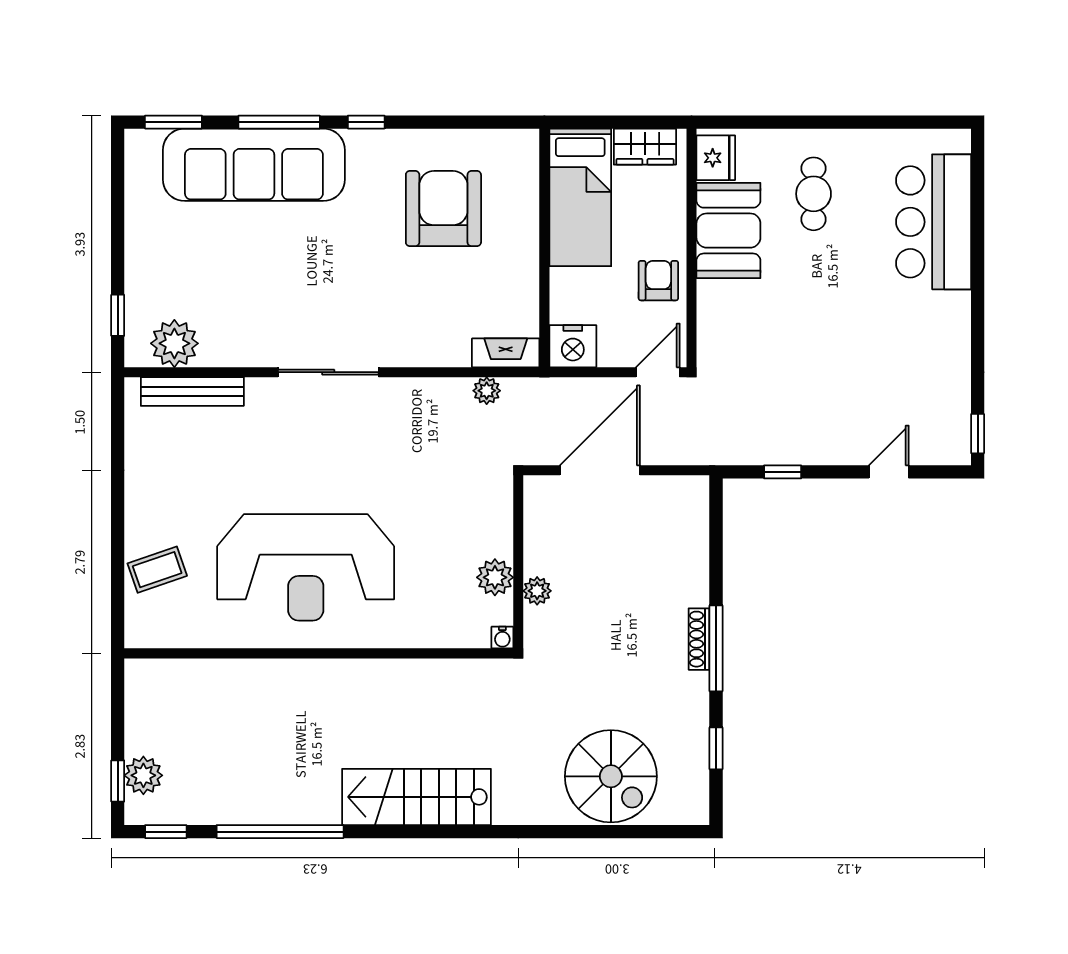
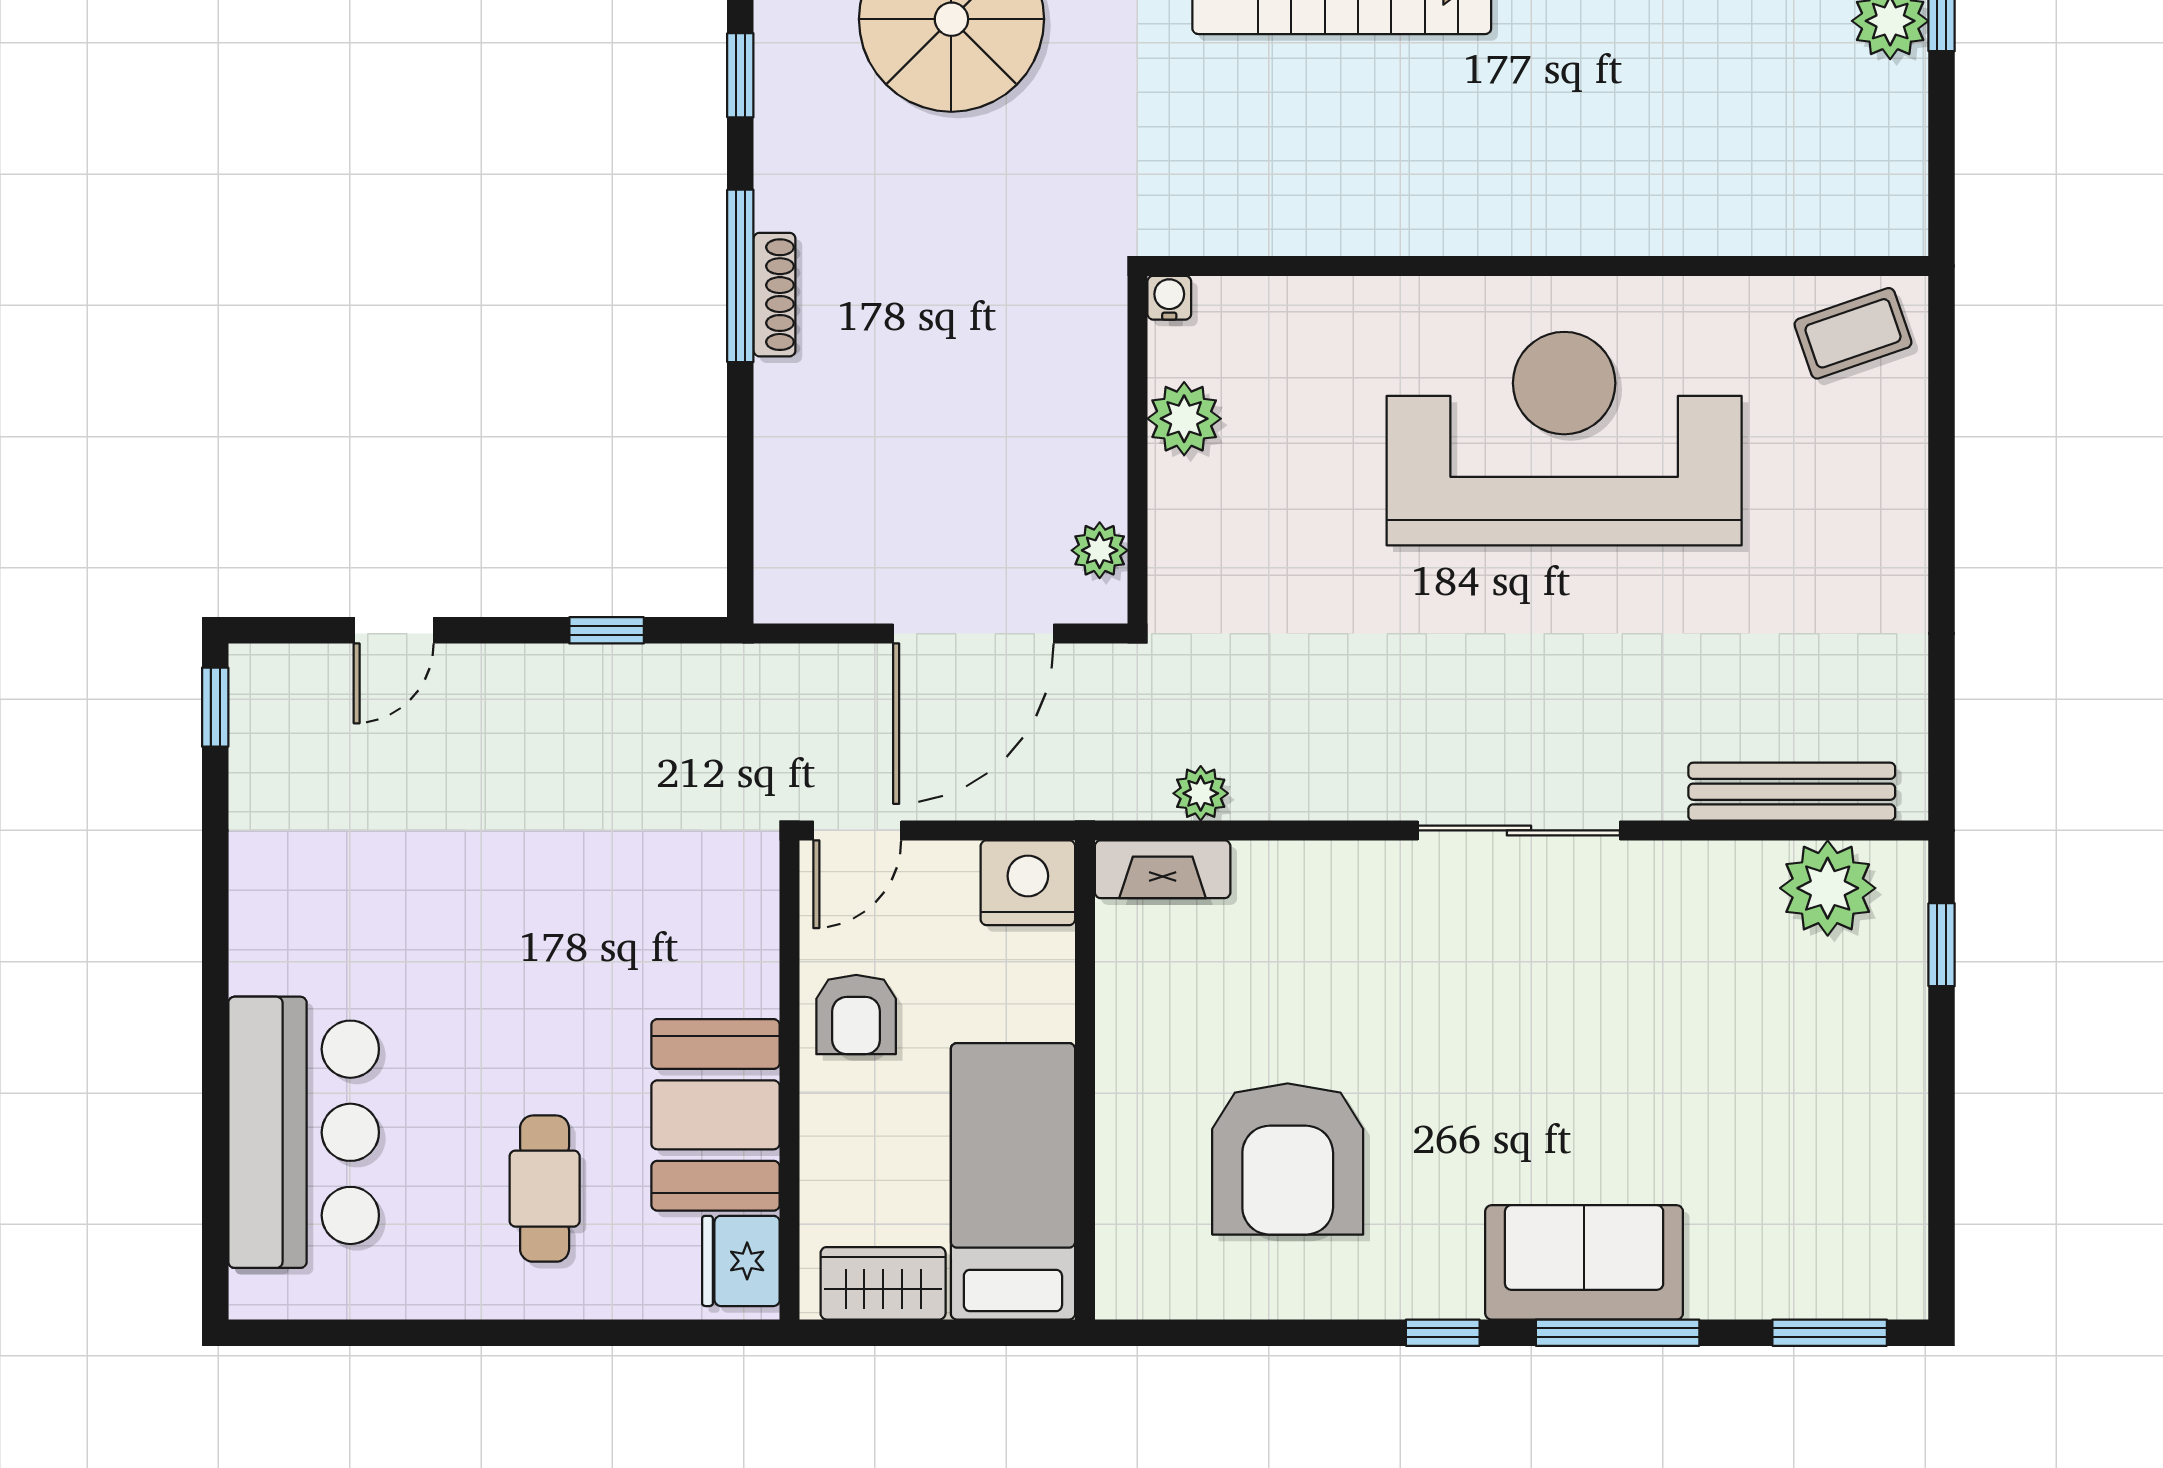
sofa: (254, 165) -> (1584, 1262), width x0.54, depth x0.79
coffee table: (157, 570) -> (1853, 333), moved
plant: (537, 591) -> (1100, 550), moved

